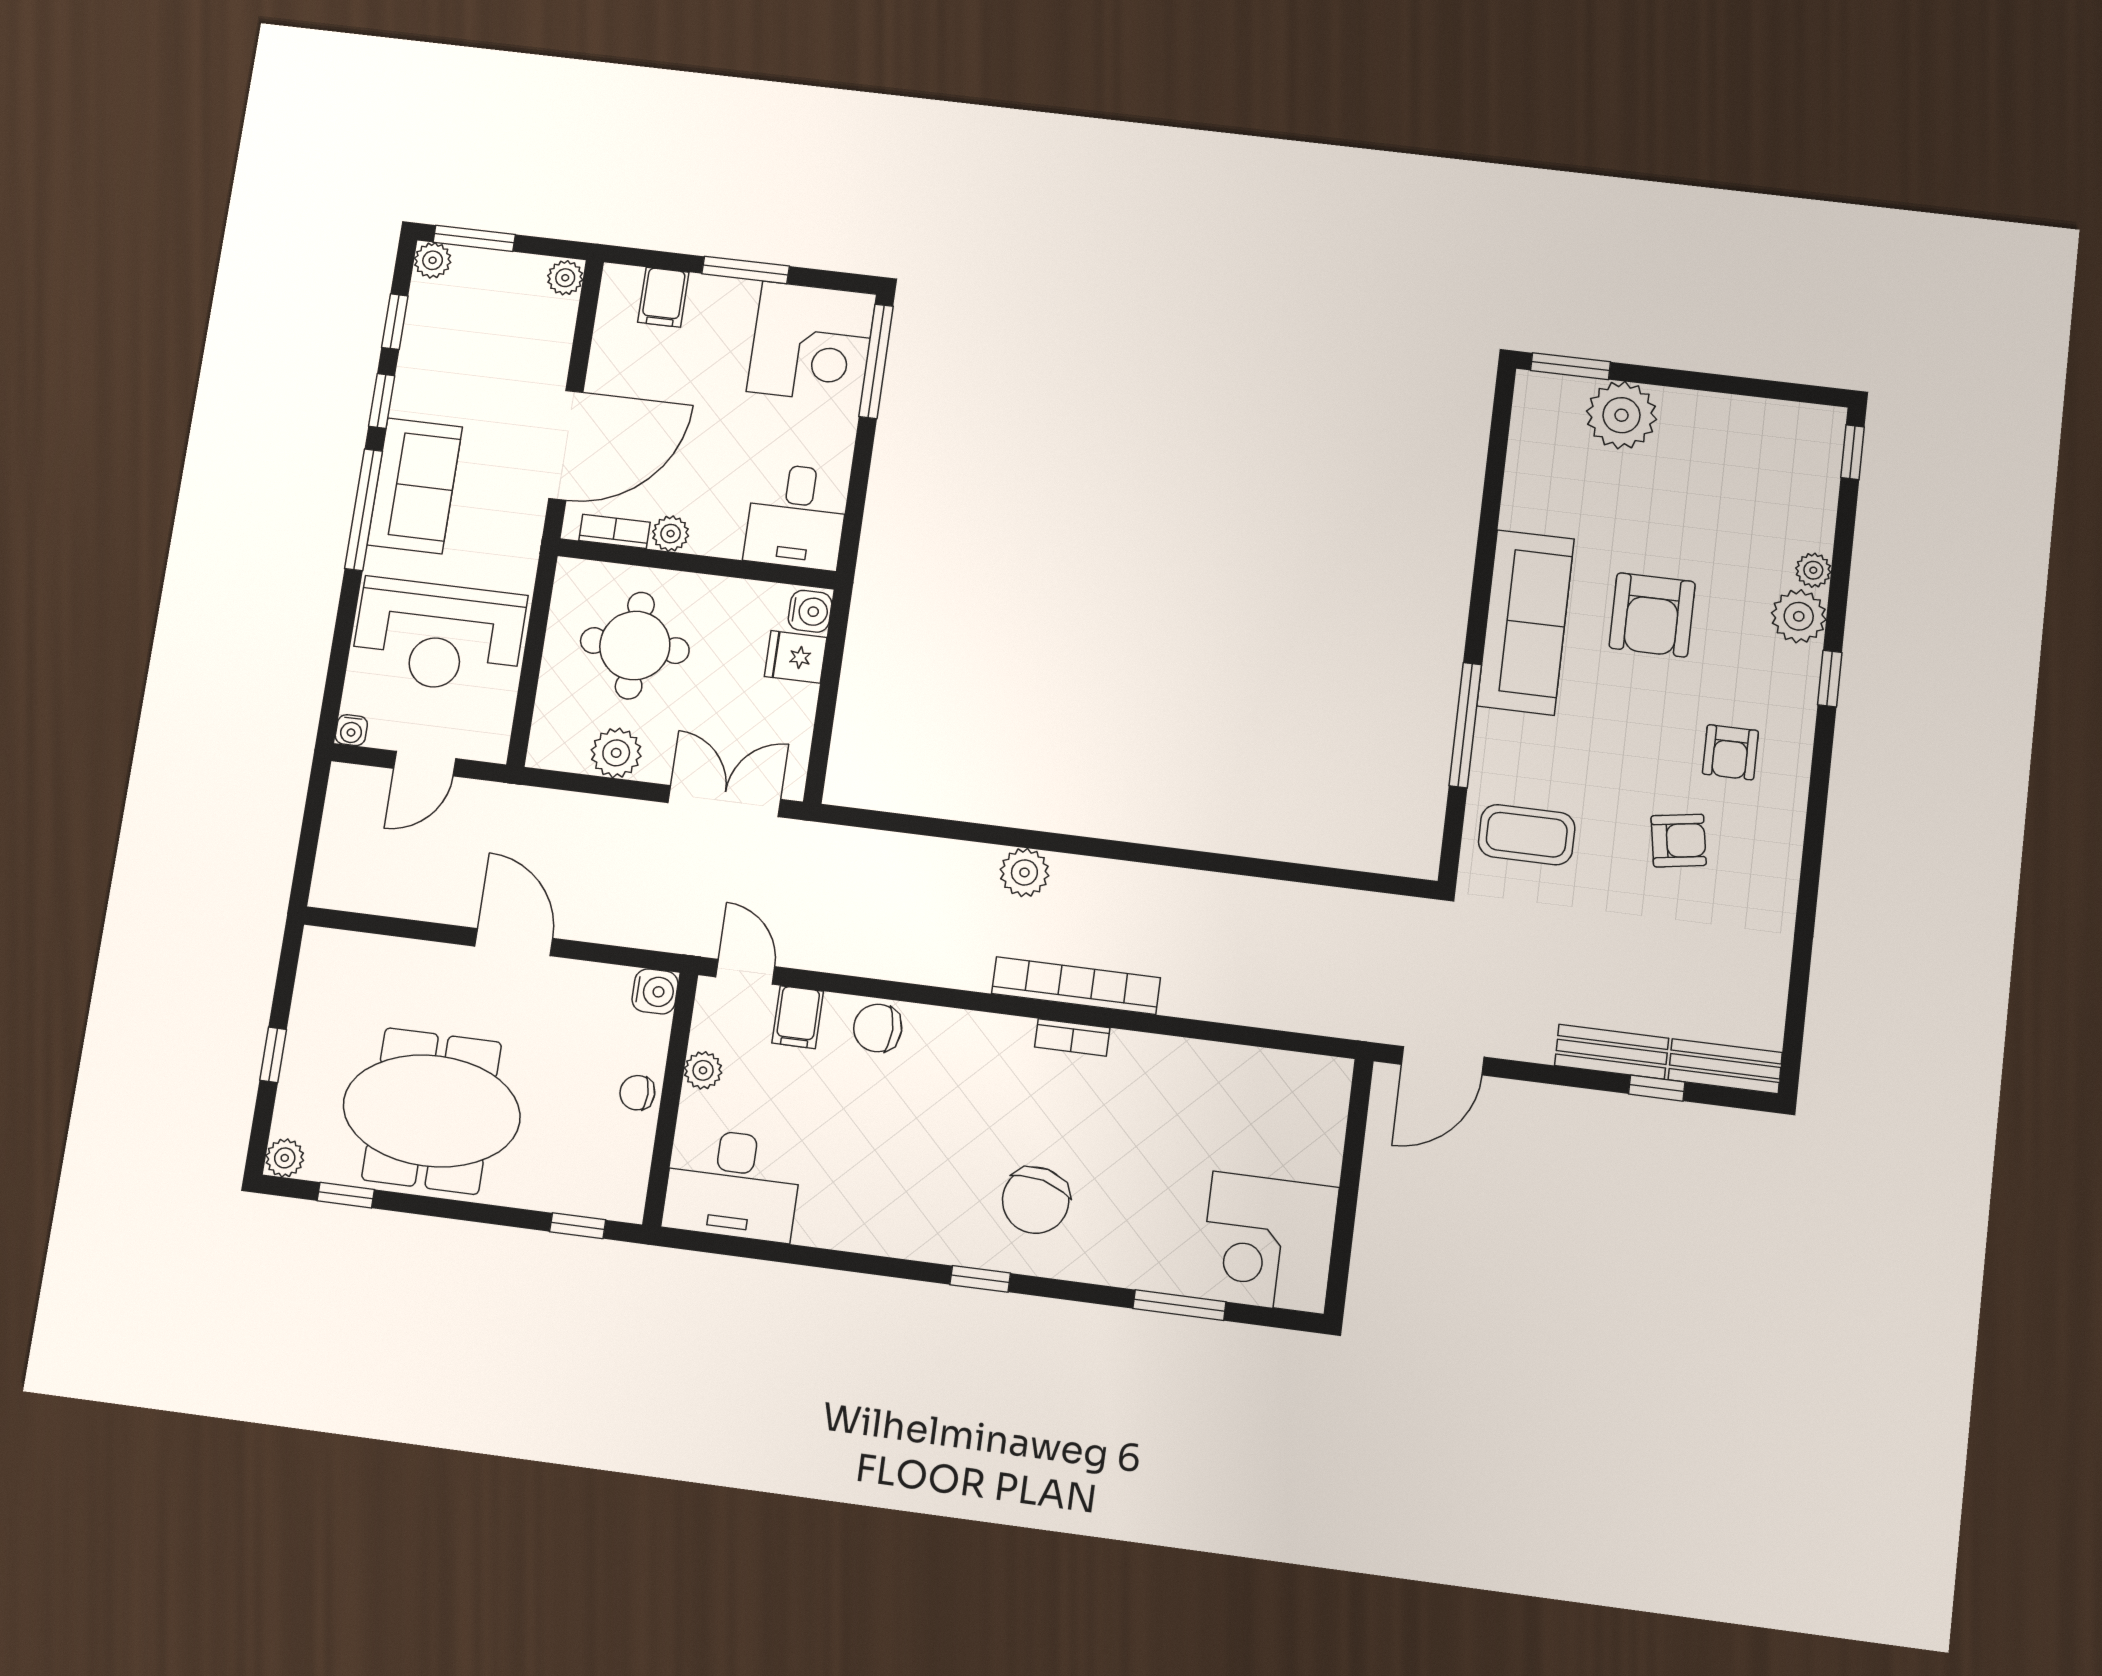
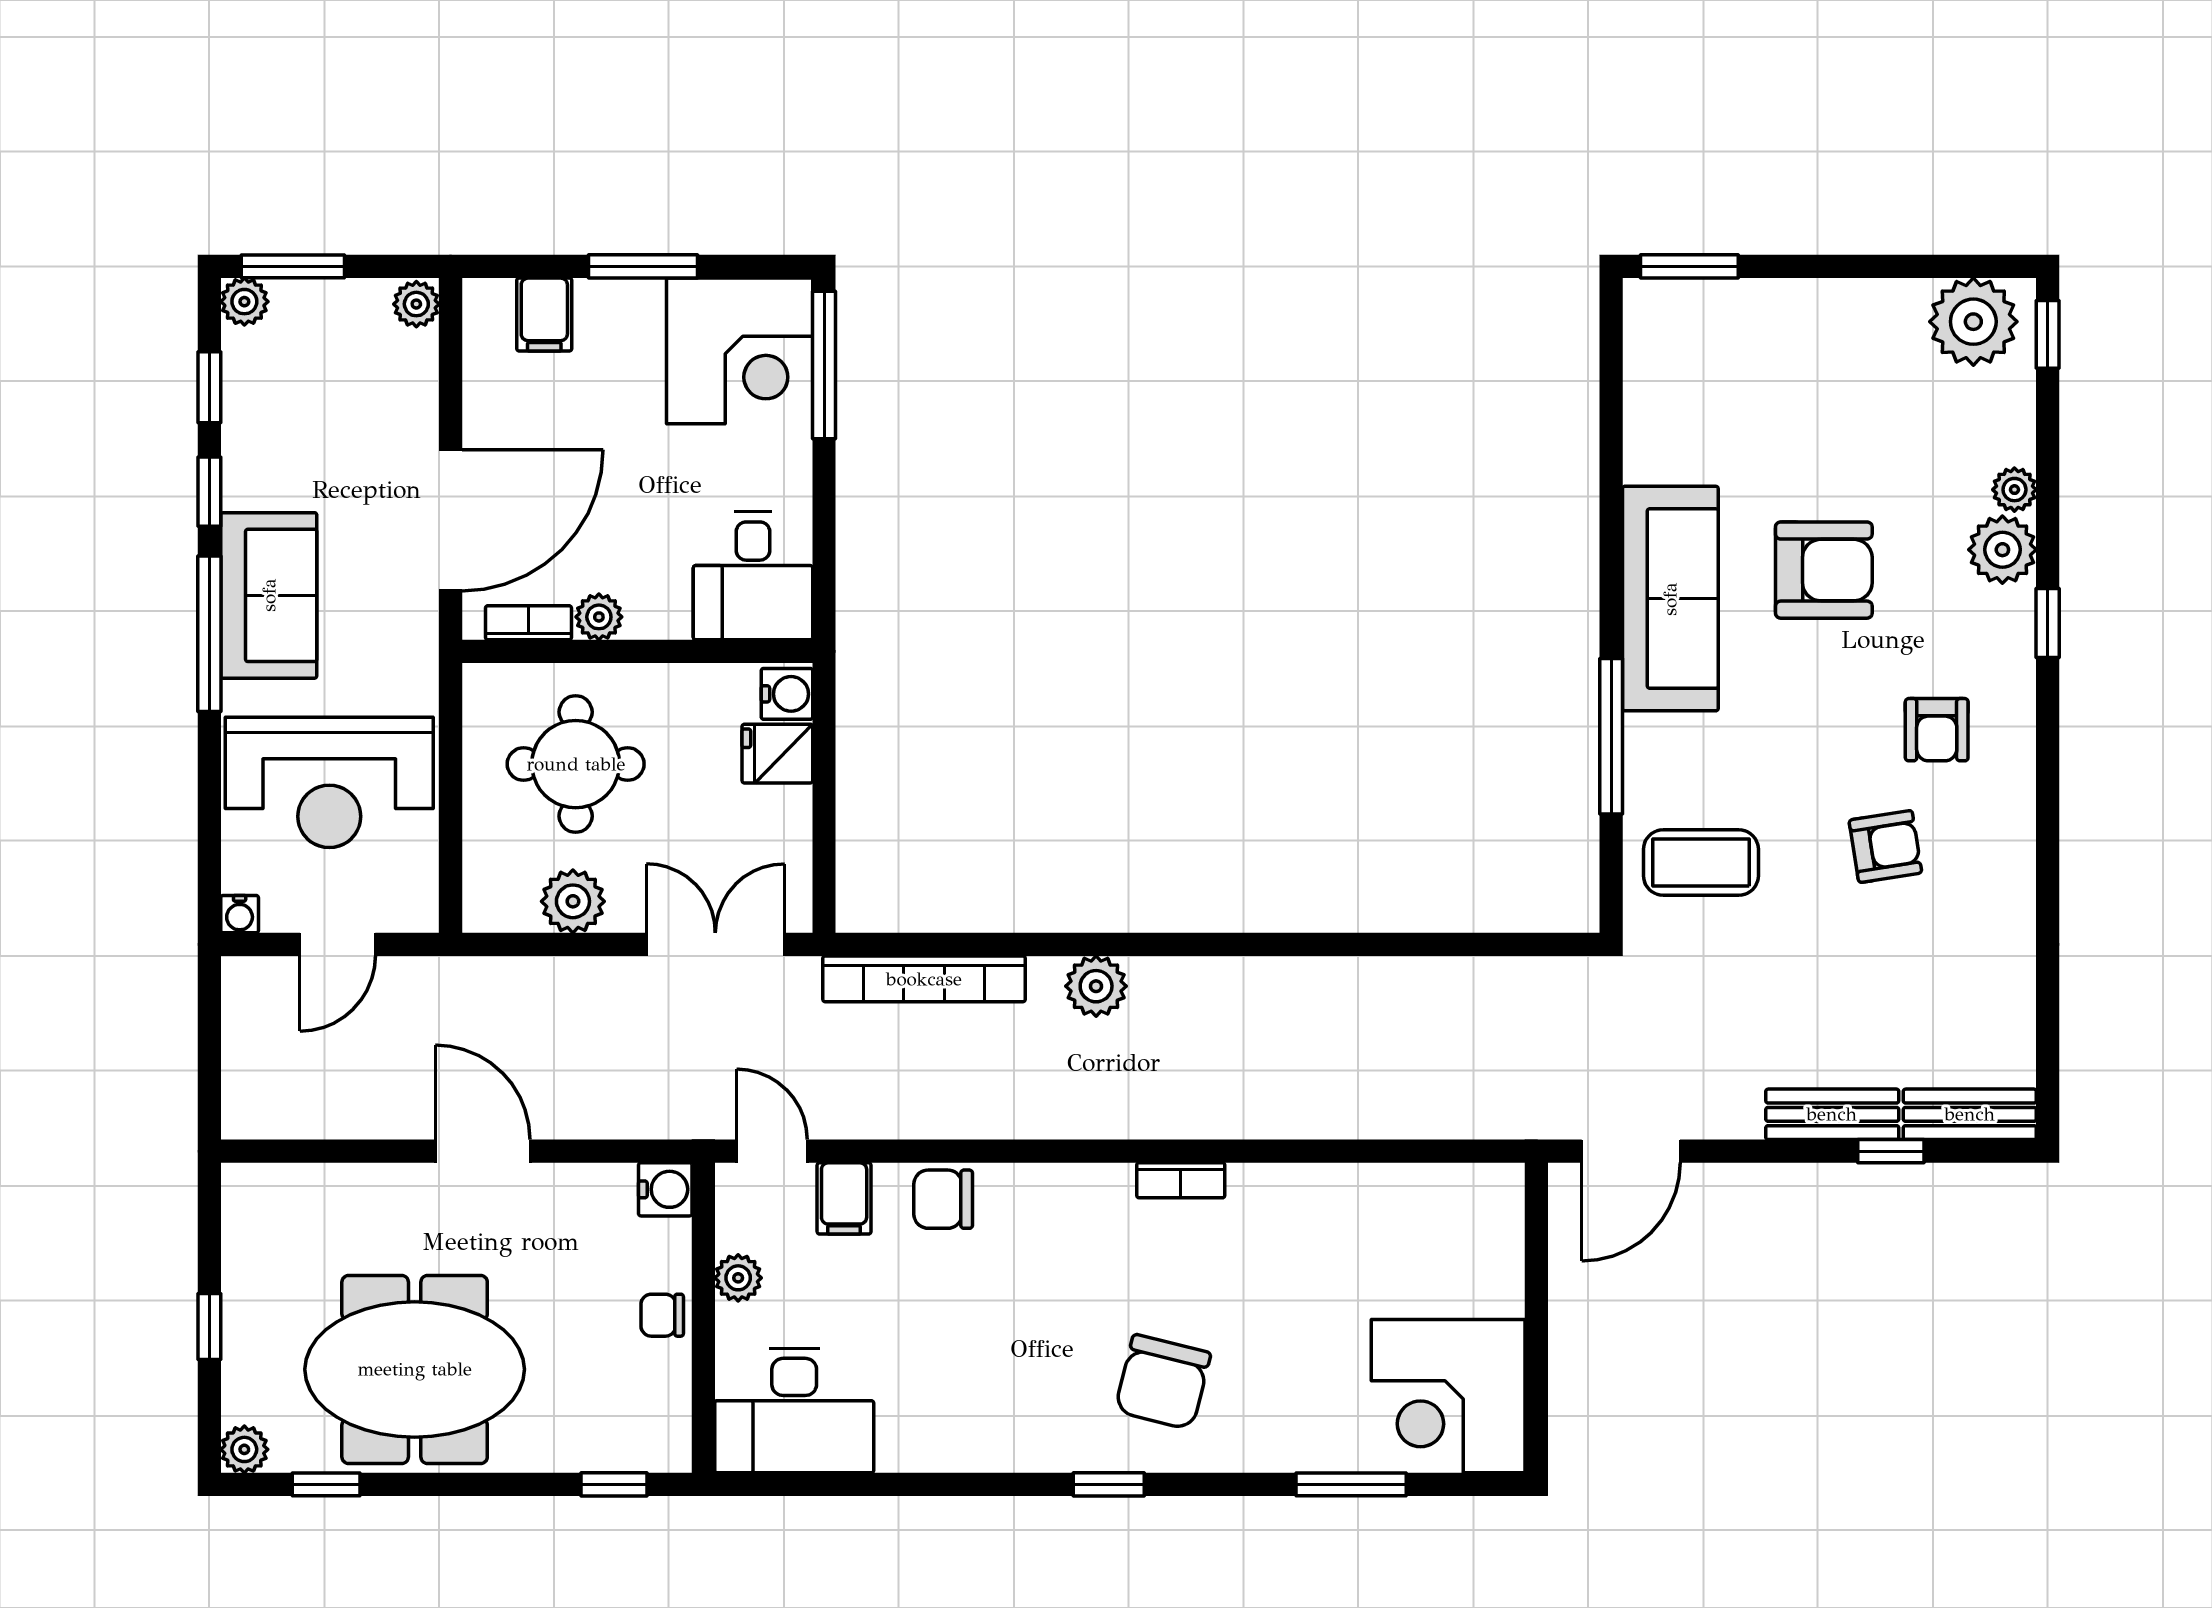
plant: (1621, 415) -> (1973, 322), moved
armchair: (1652, 615) -> (1824, 570), turned -90
bookcase: (1076, 986) -> (924, 979), moved, turned 180

